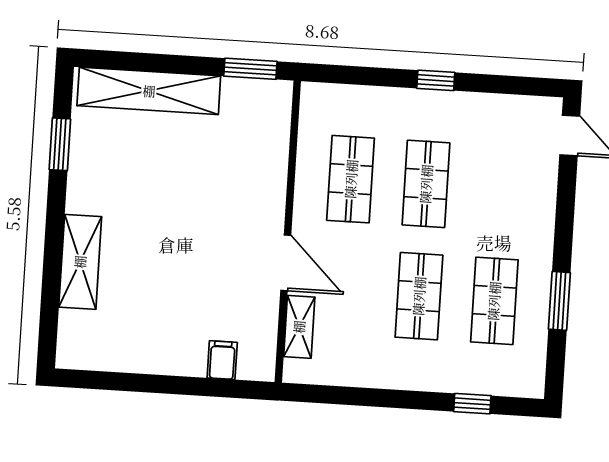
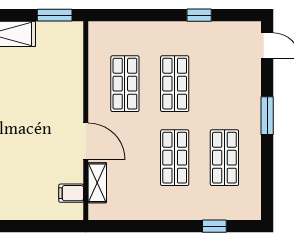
window: (436, 80) -> (199, 15), moved
window: (559, 301) -> (267, 116), moved
filing cabinet: (222, 360) -> (71, 193), moved, turned -90

